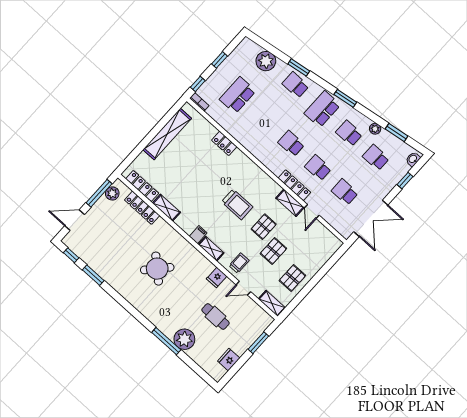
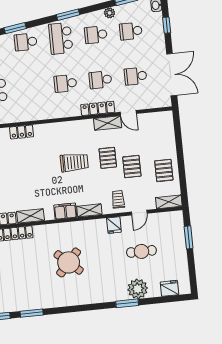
filing cabinet: (198, 235) -> (65, 211), width x2.00
window: (166, 341) -> (127, 303), width x0.69
fridge: (229, 360) -> (169, 288), moved, turned 90

